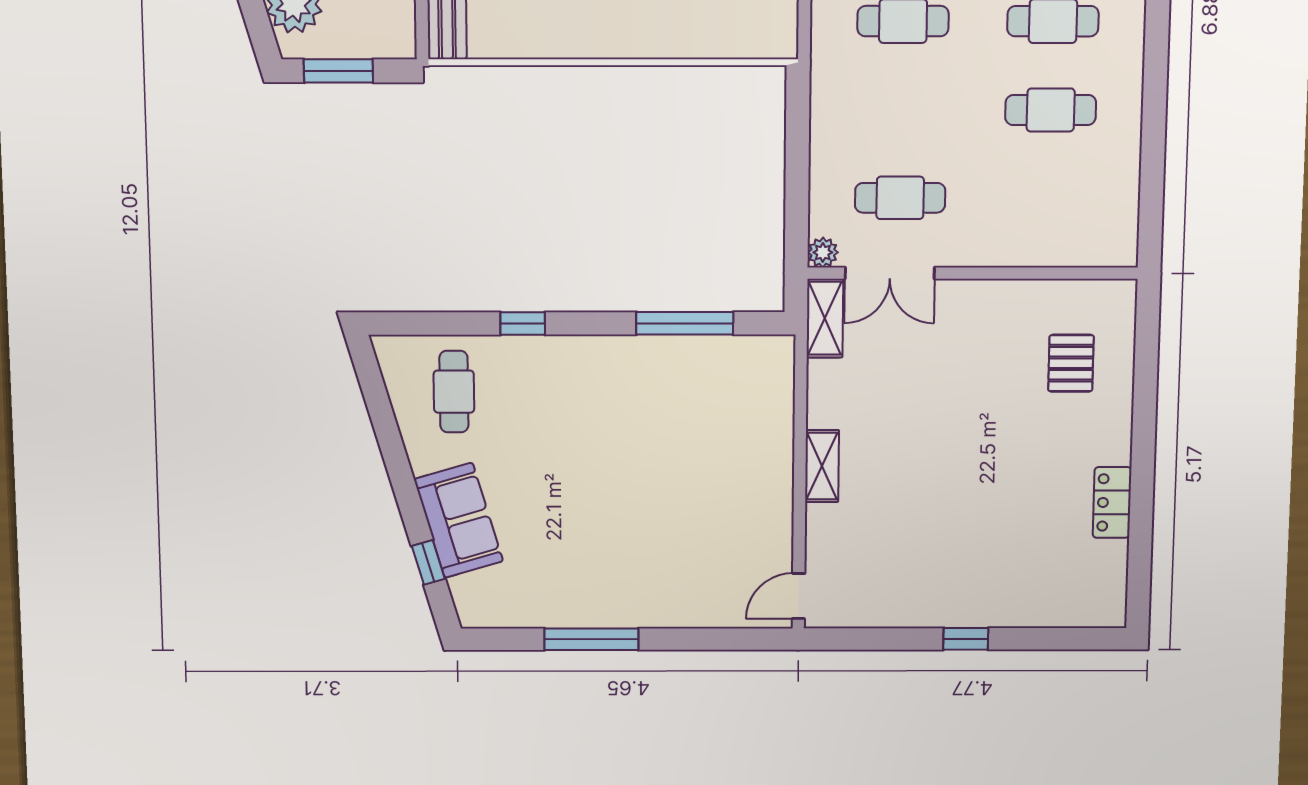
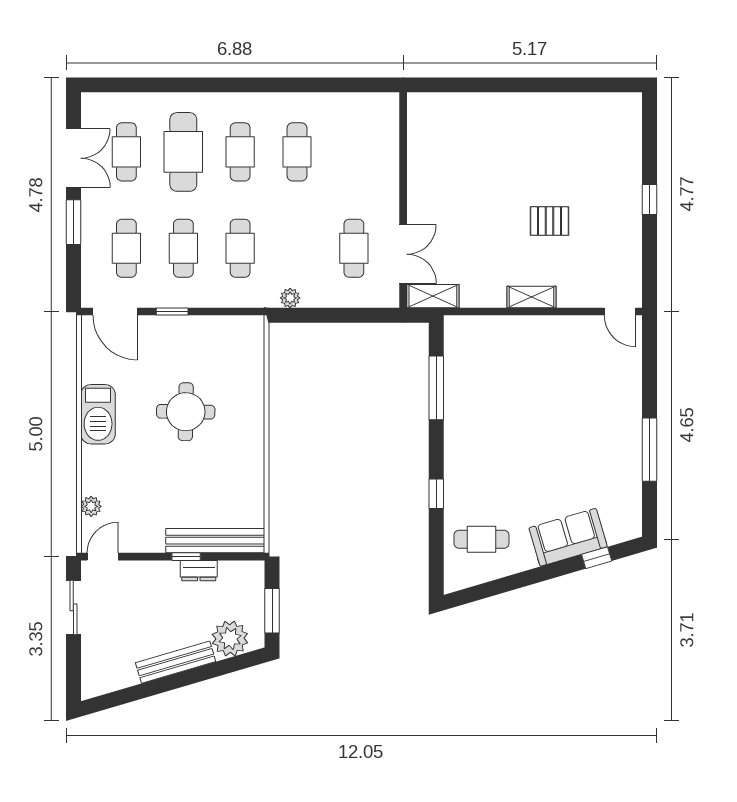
plant: (823, 252) -> (290, 298), moved
pallet: (1071, 363) -> (549, 221), moved
locker: (1112, 502) -> (556, 104), removed

